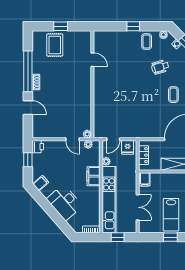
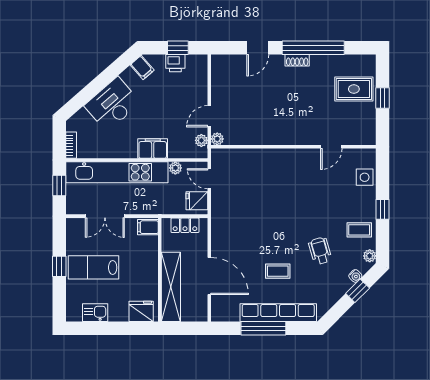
side table: (112, 38) -> (365, 177), added
printer: (38, 147) -> (175, 63), moved

